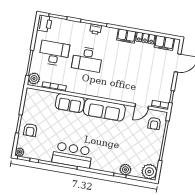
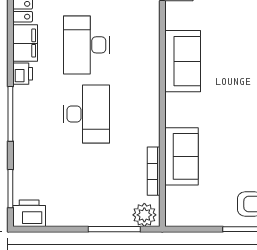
printer: (96, 29) -> (23, 74), moved
desk: (54, 53) -> (86, 45), moved
sofa: (70, 103) -> (181, 156), moved
sofa: (104, 110) -> (183, 61), width x0.73

